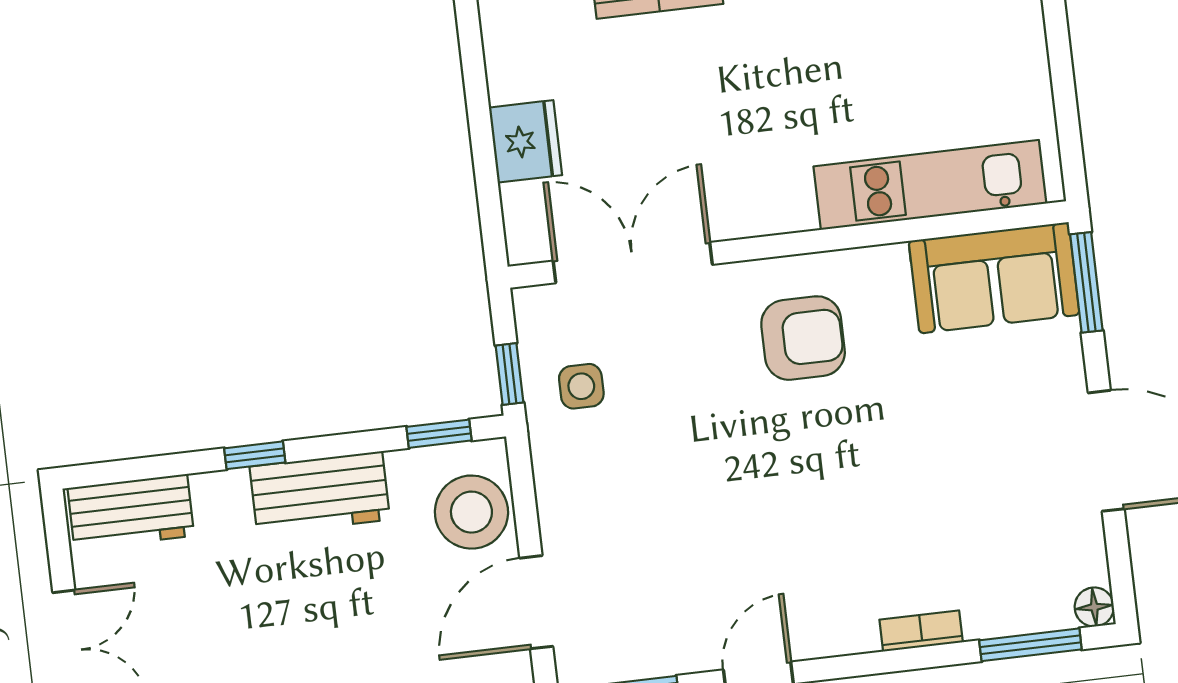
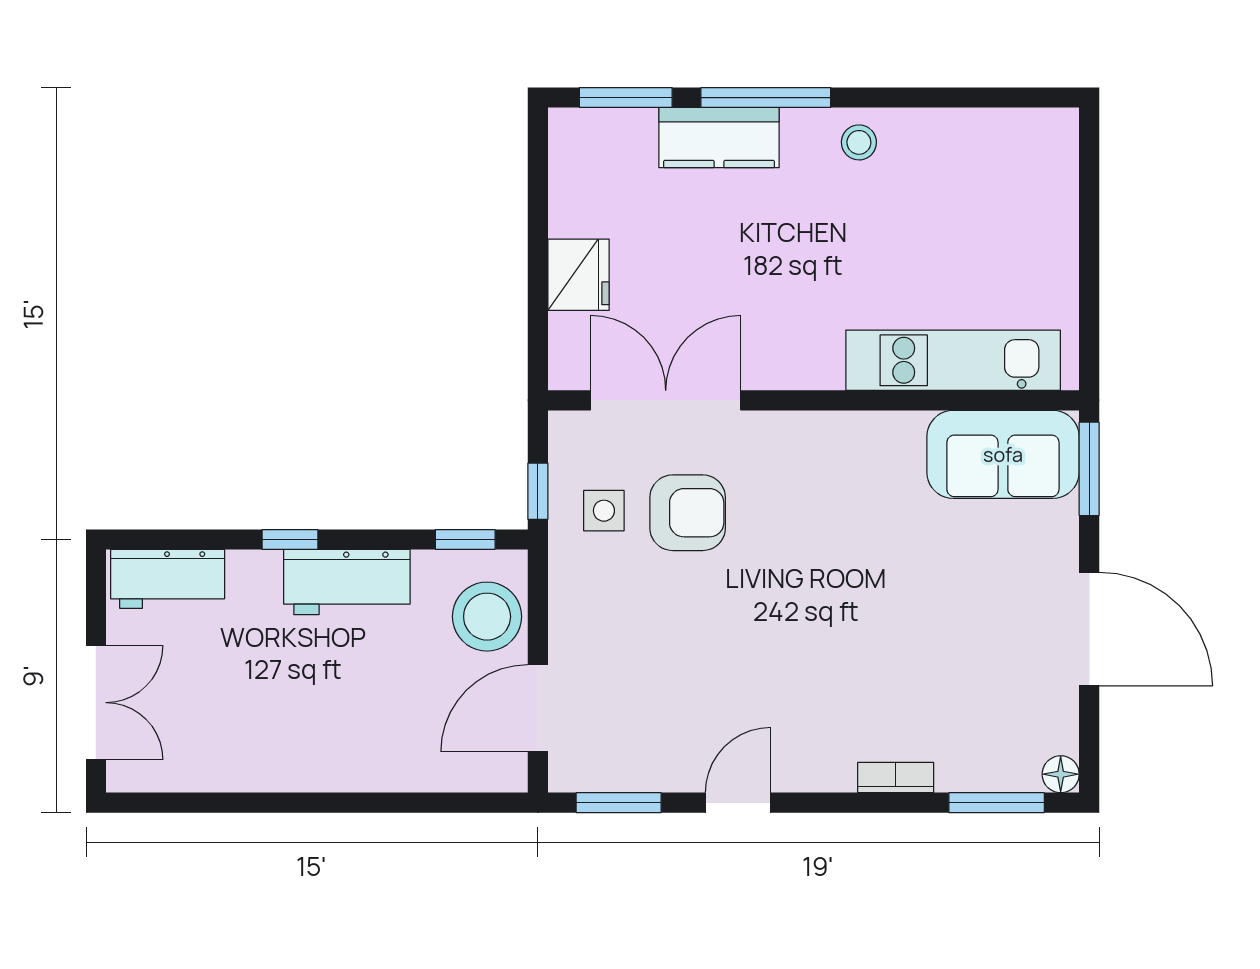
armchair: (803, 338) -> (688, 513), moved

